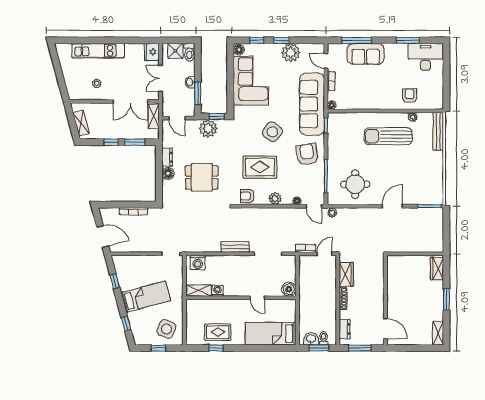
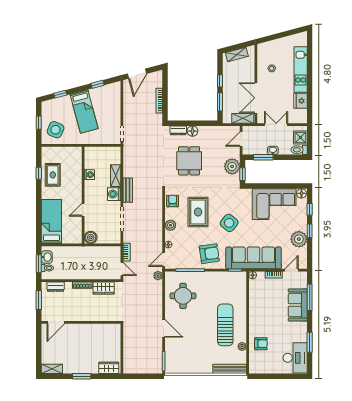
fridge: (152, 52) -> (300, 101), moved, turned -90
dresser: (167, 157) -> (178, 130), moved
washing machine: (198, 262) -> (114, 194), moved
shelving: (198, 291) -> (116, 176), moved

